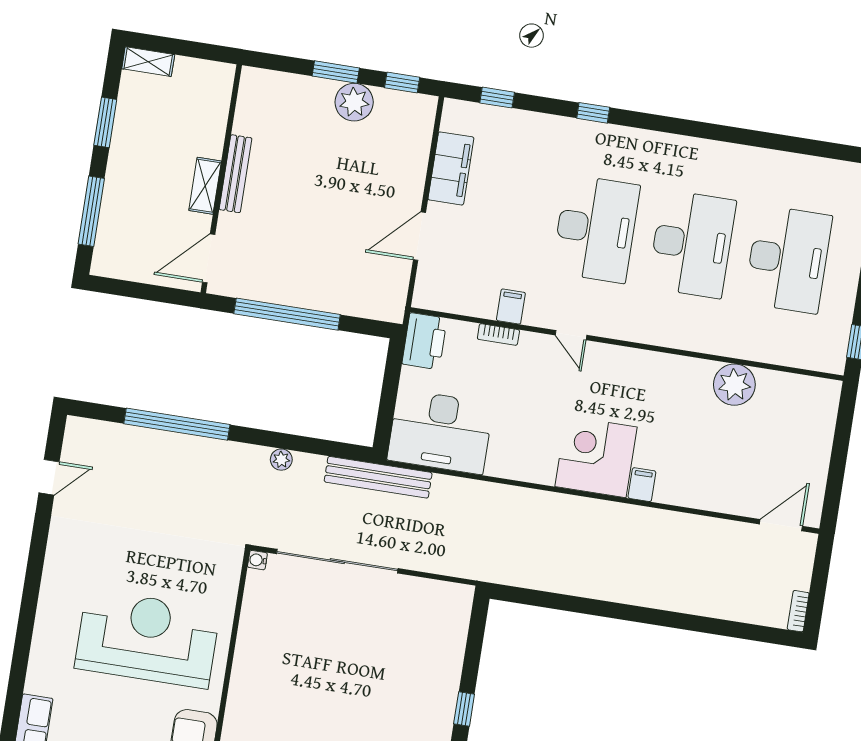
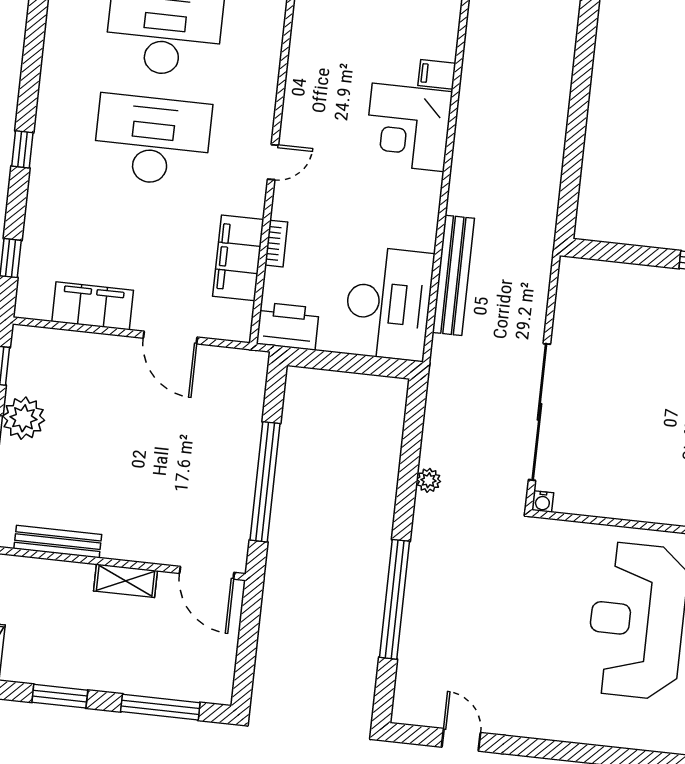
bench: (235, 174) -> (58, 542), moved
filing cabinet: (511, 307) -> (238, 258), width x3.00, depth x1.17
bench: (378, 477) -> (453, 275), moved

